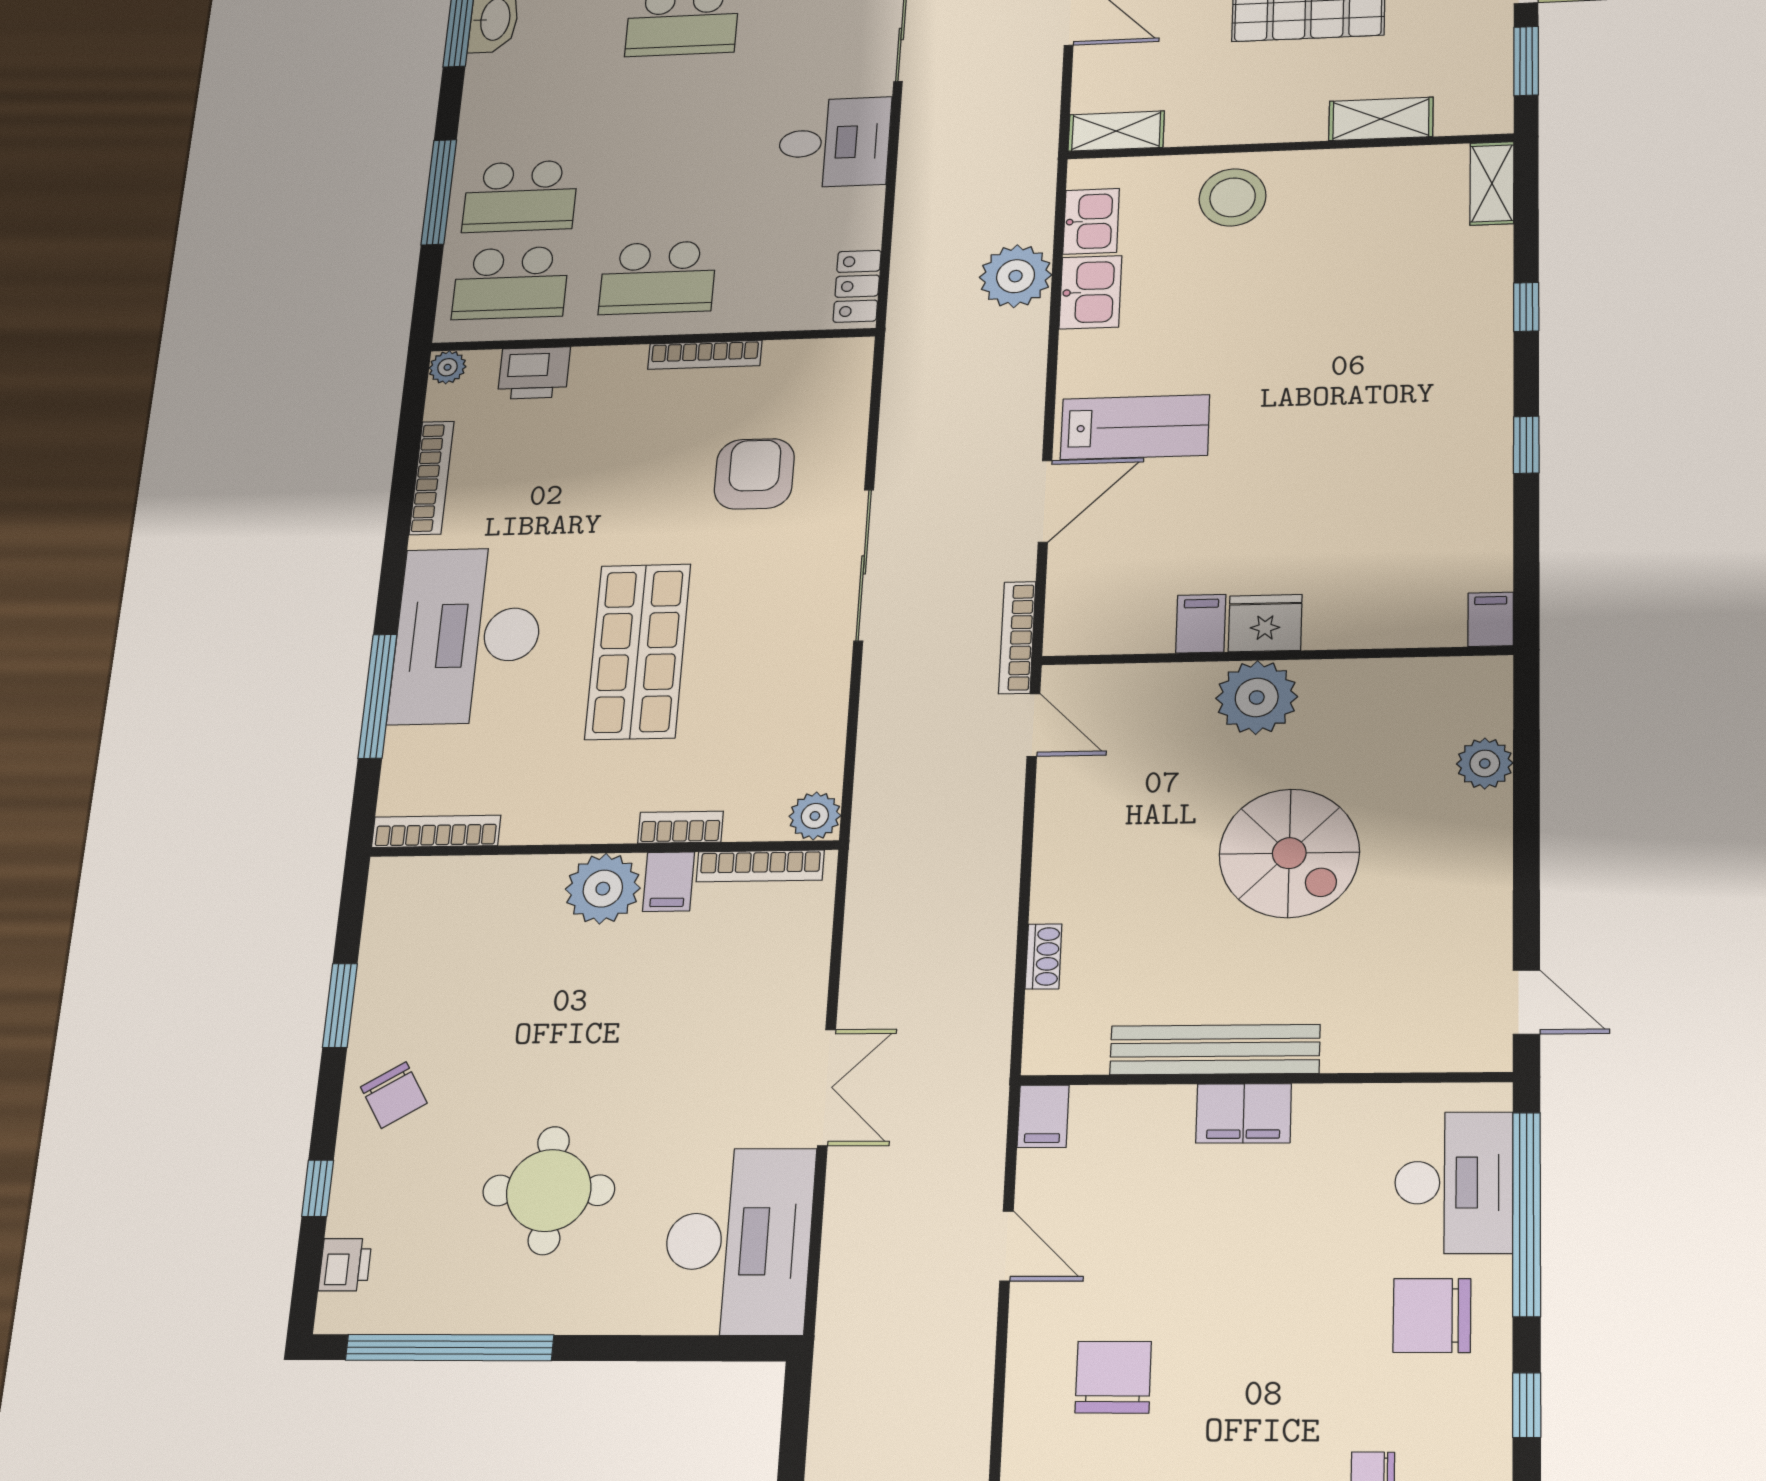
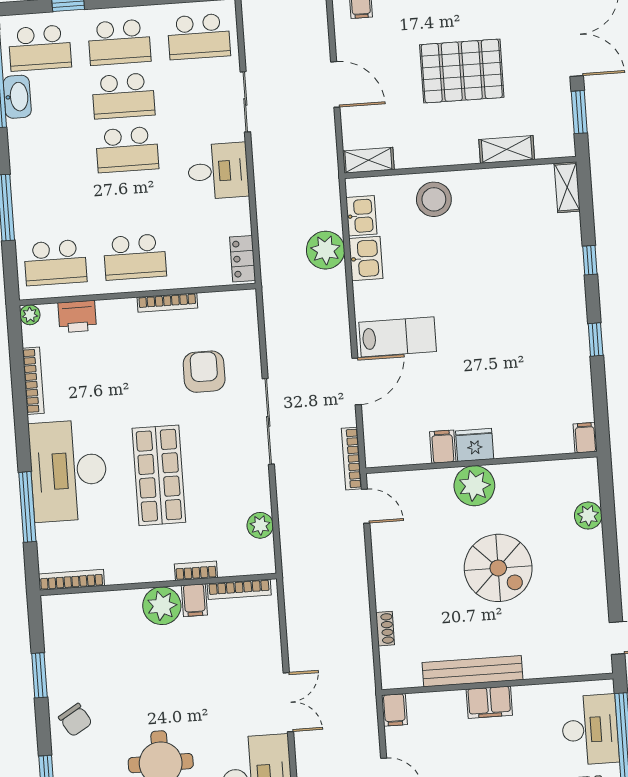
school desk: (520, 196) -> (127, 150), moved
plant: (815, 816) -> (260, 525), moved

